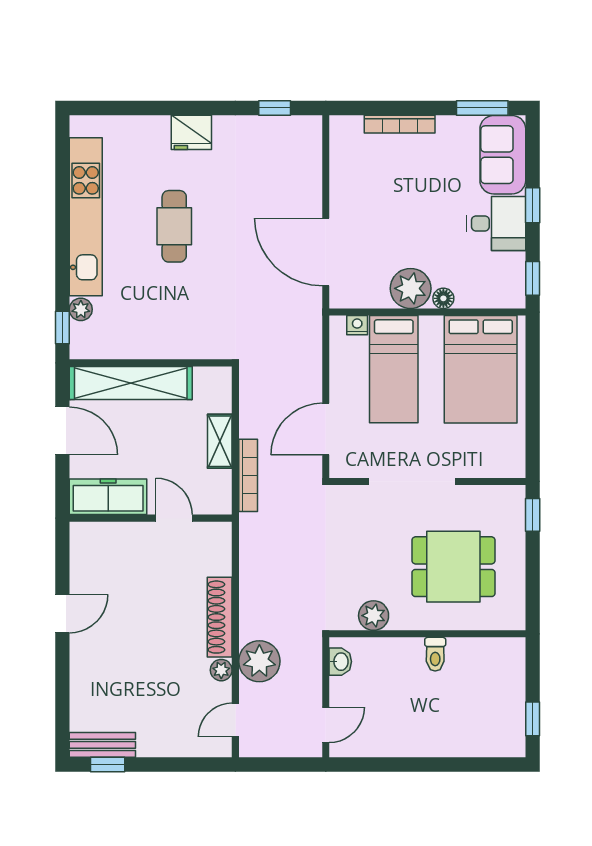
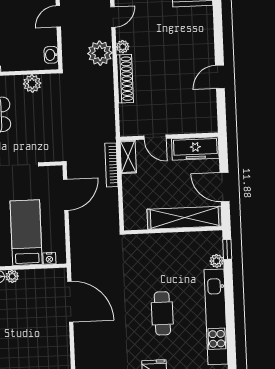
plant: (411, 288) -> (12, 276), width x0.53, depth x0.53
shelving: (220, 441) -> (128, 157), moved

